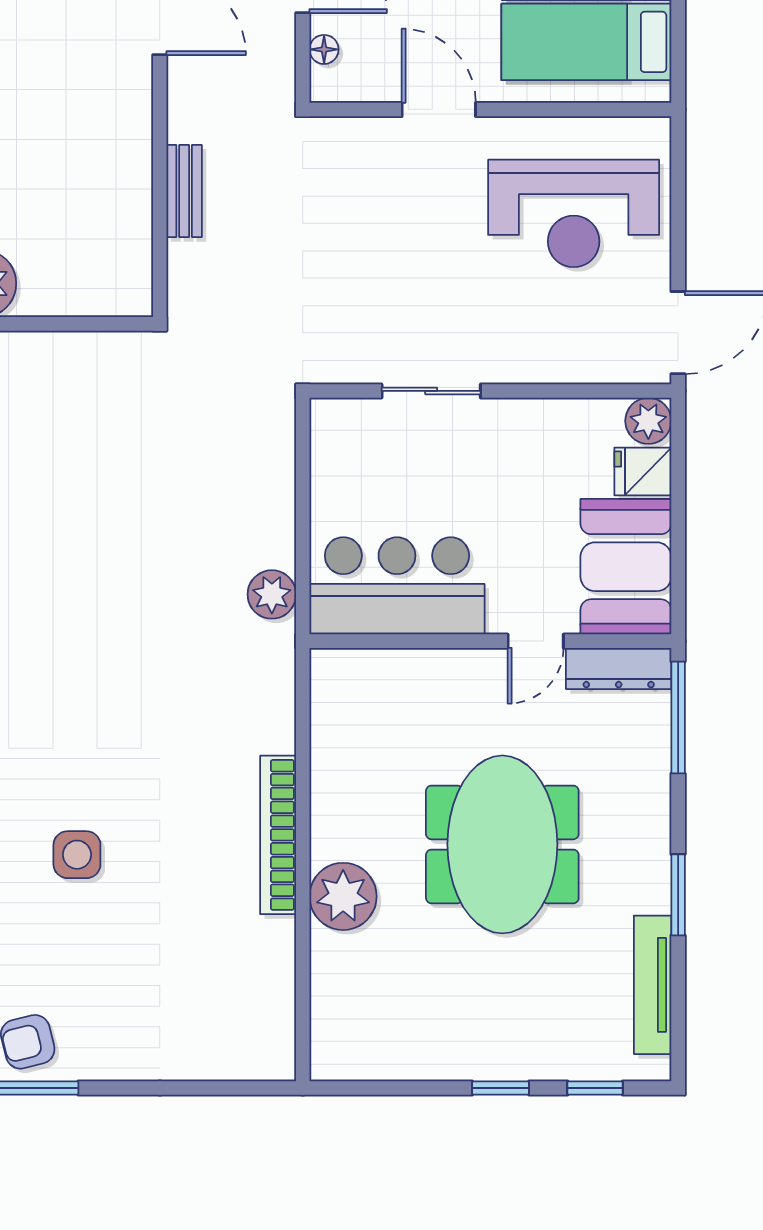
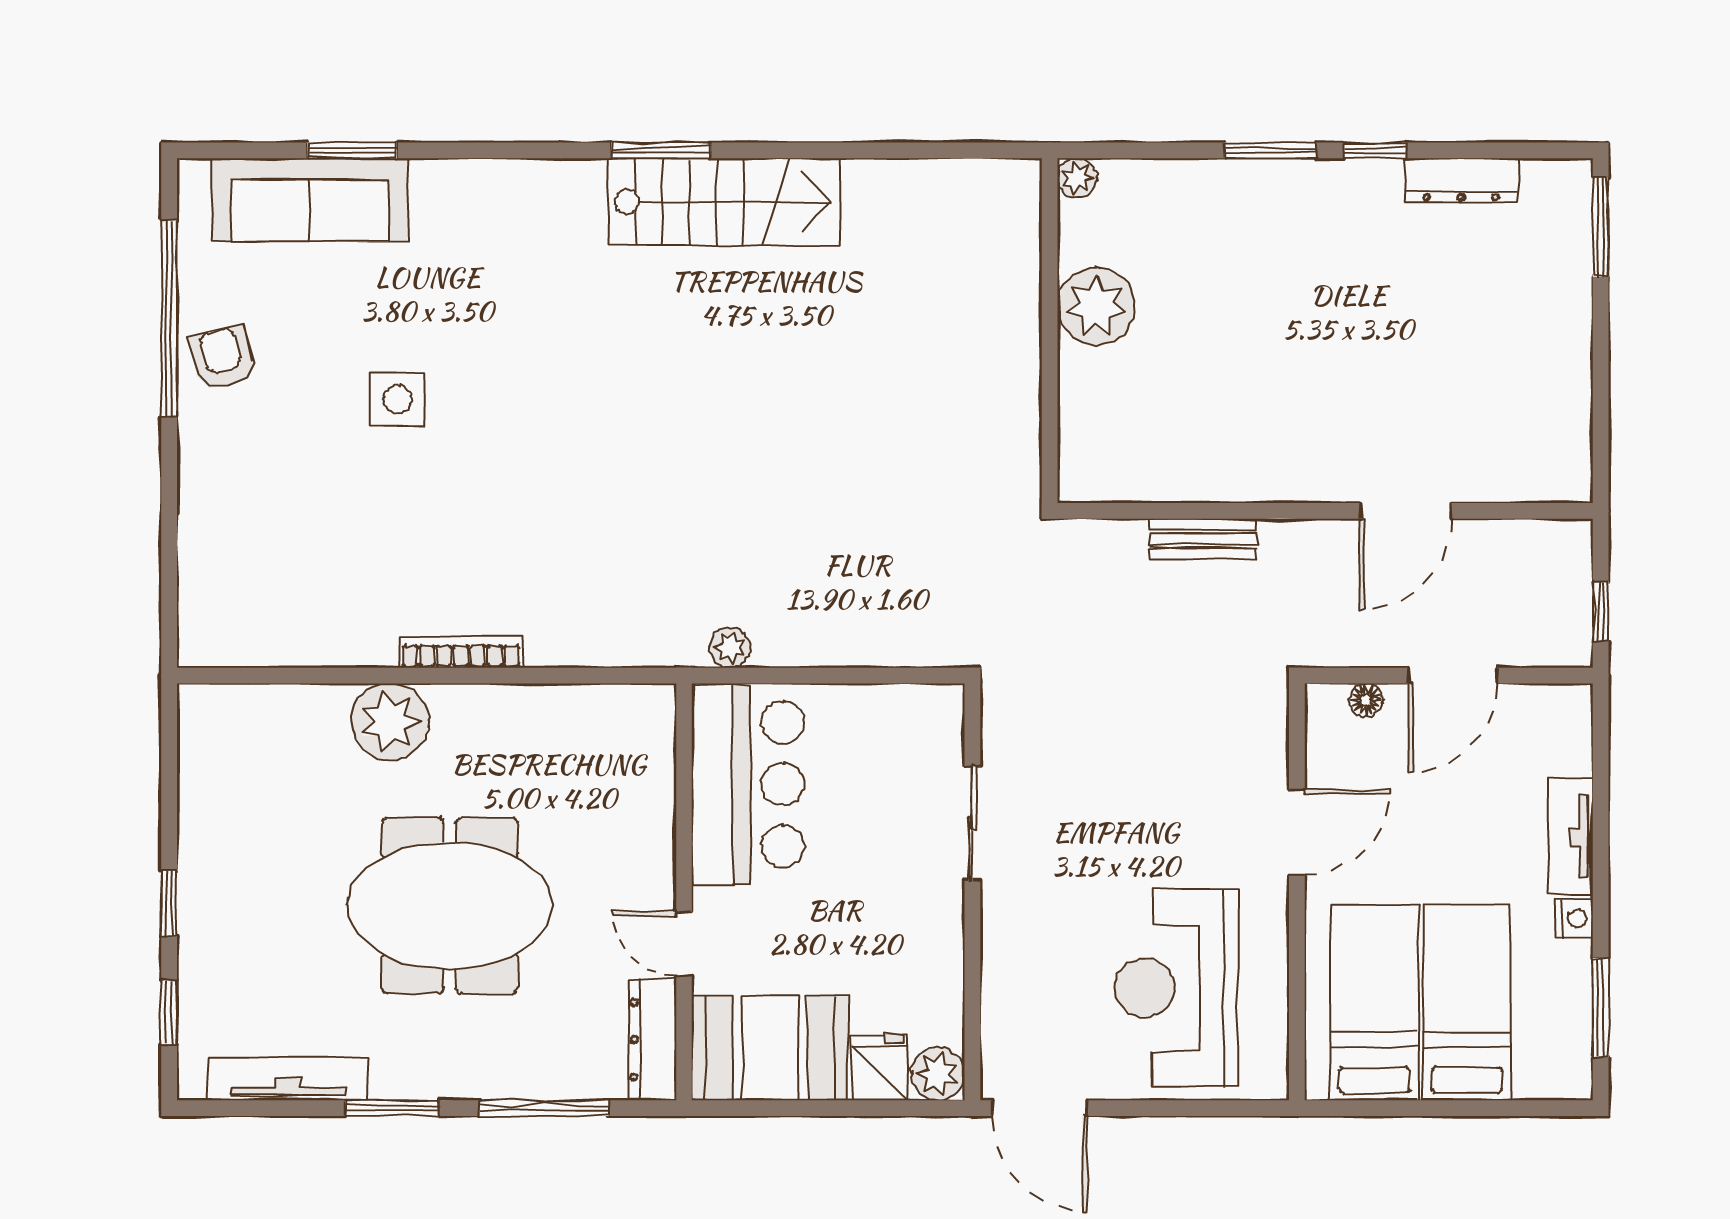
plant: (272, 594) -> (730, 648), width x0.73, depth x0.73
window: (678, 718) -> (544, 1108), moved
bookcase: (278, 835) -> (461, 652), width x0.68, depth x0.76
side table: (77, 855) -> (397, 399), moved

